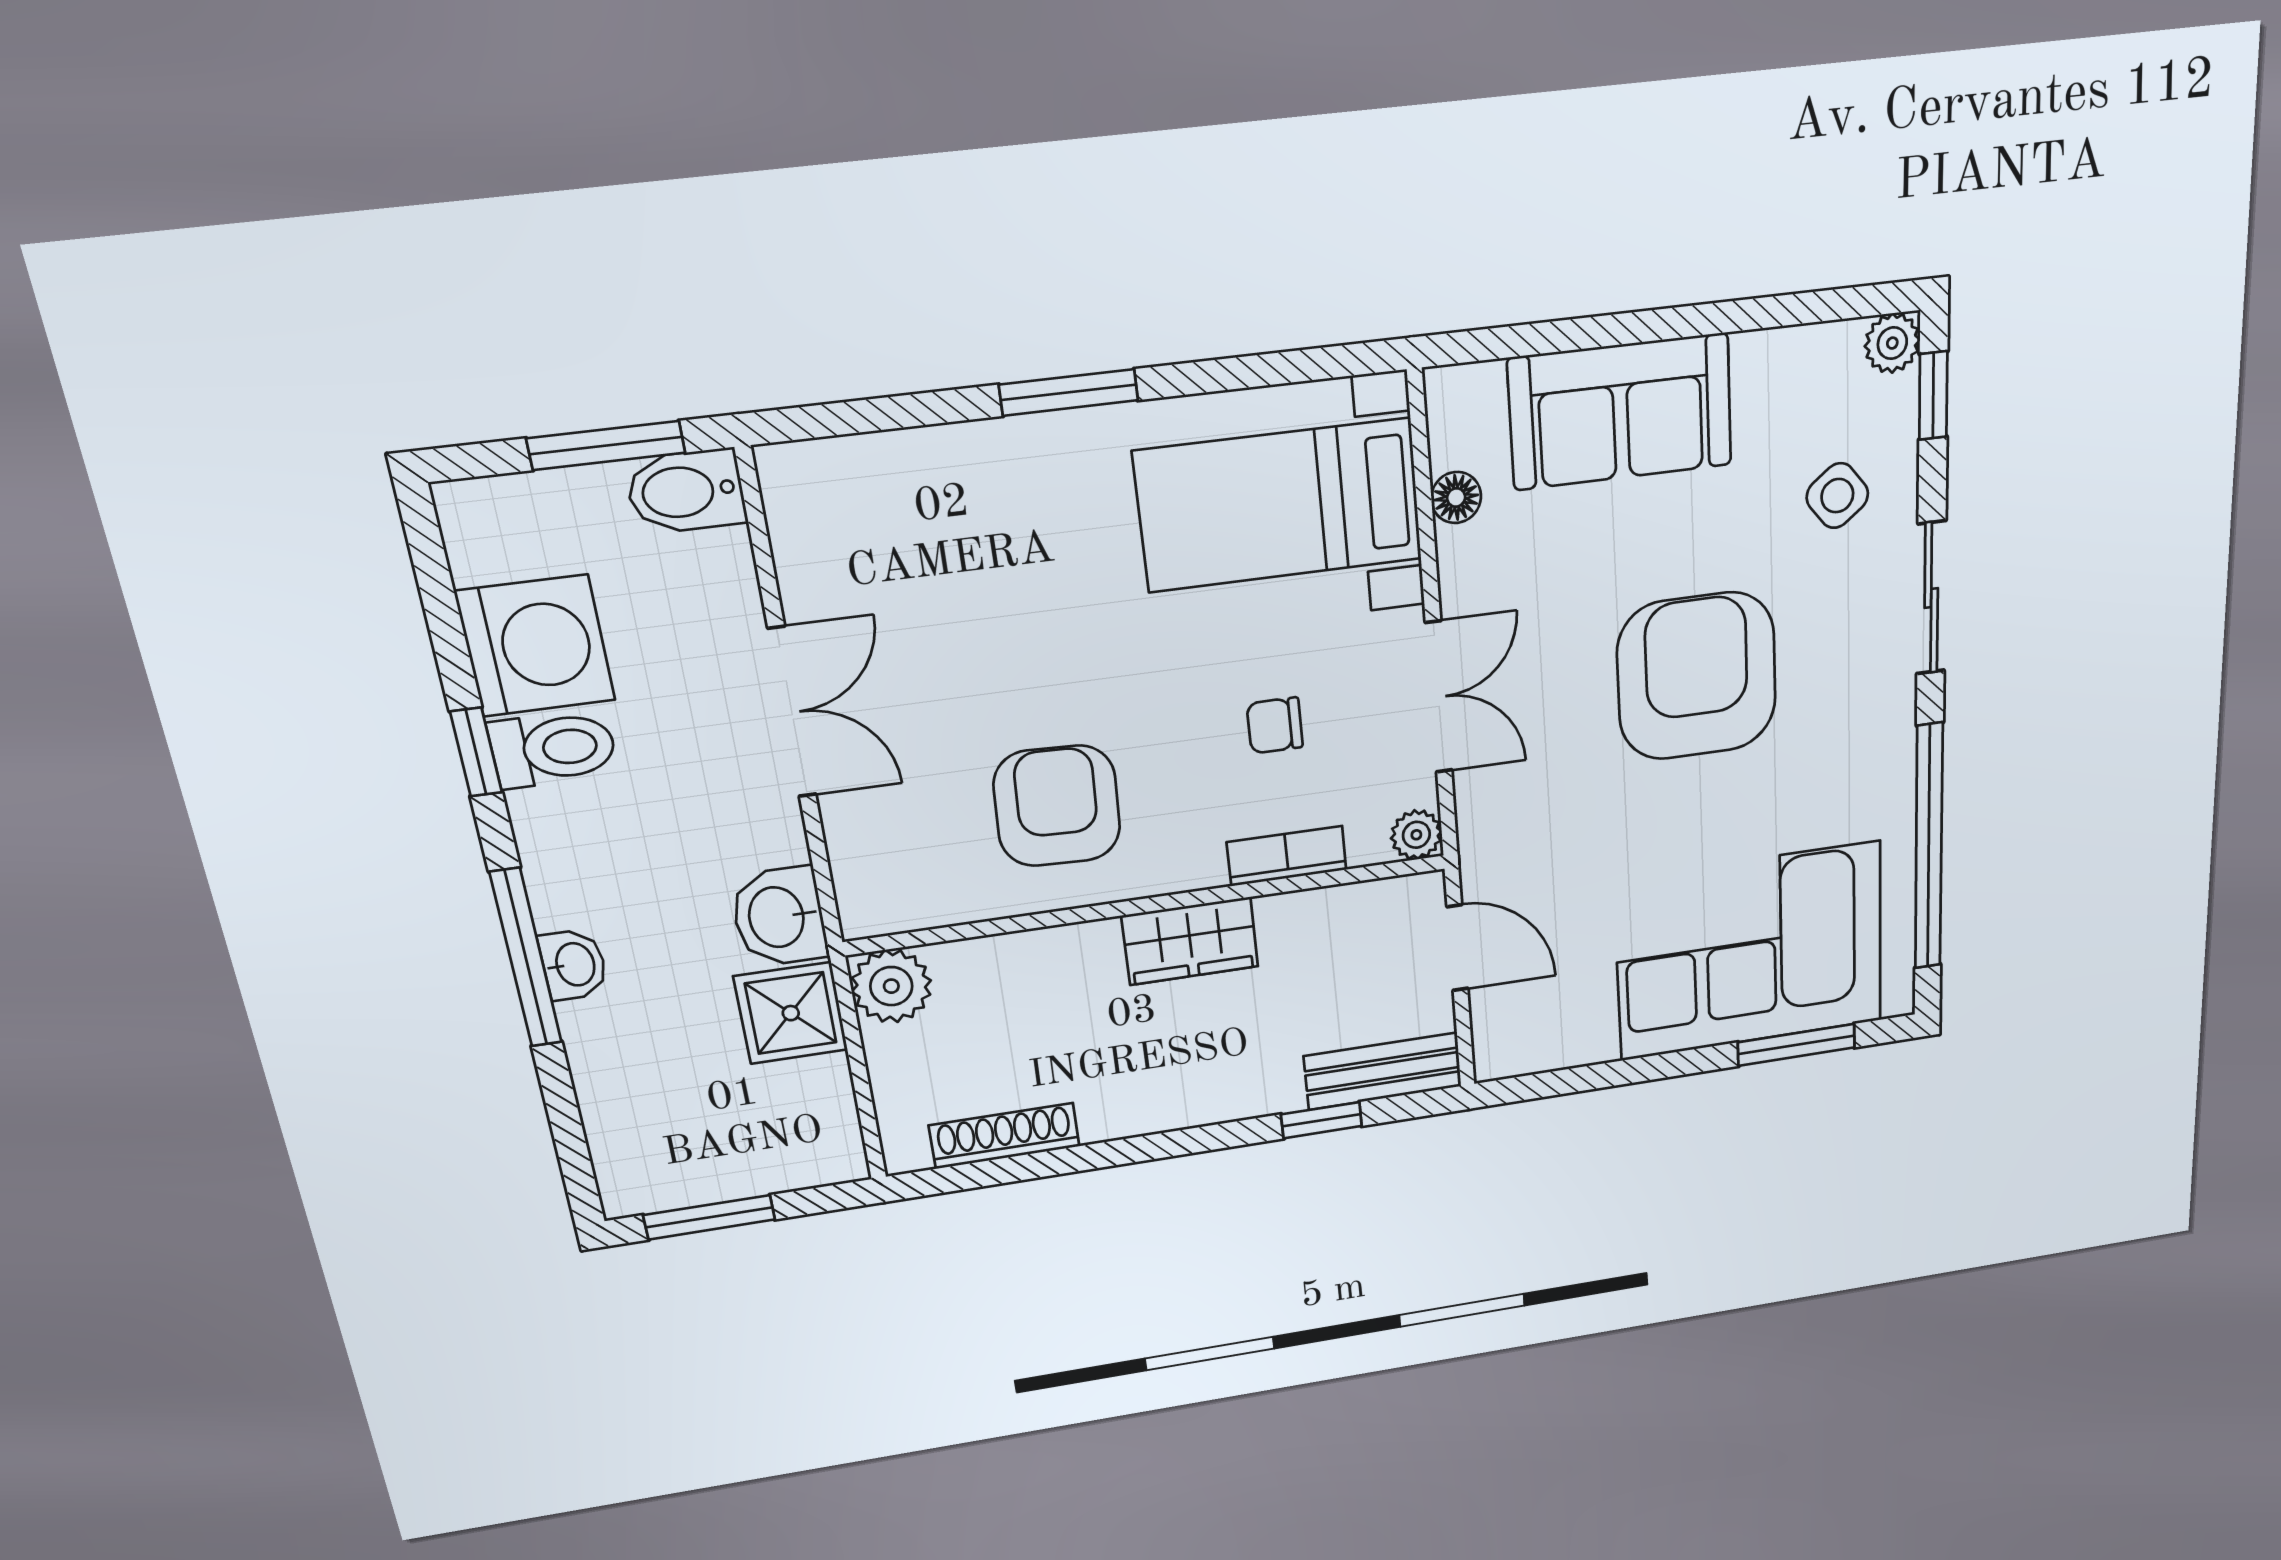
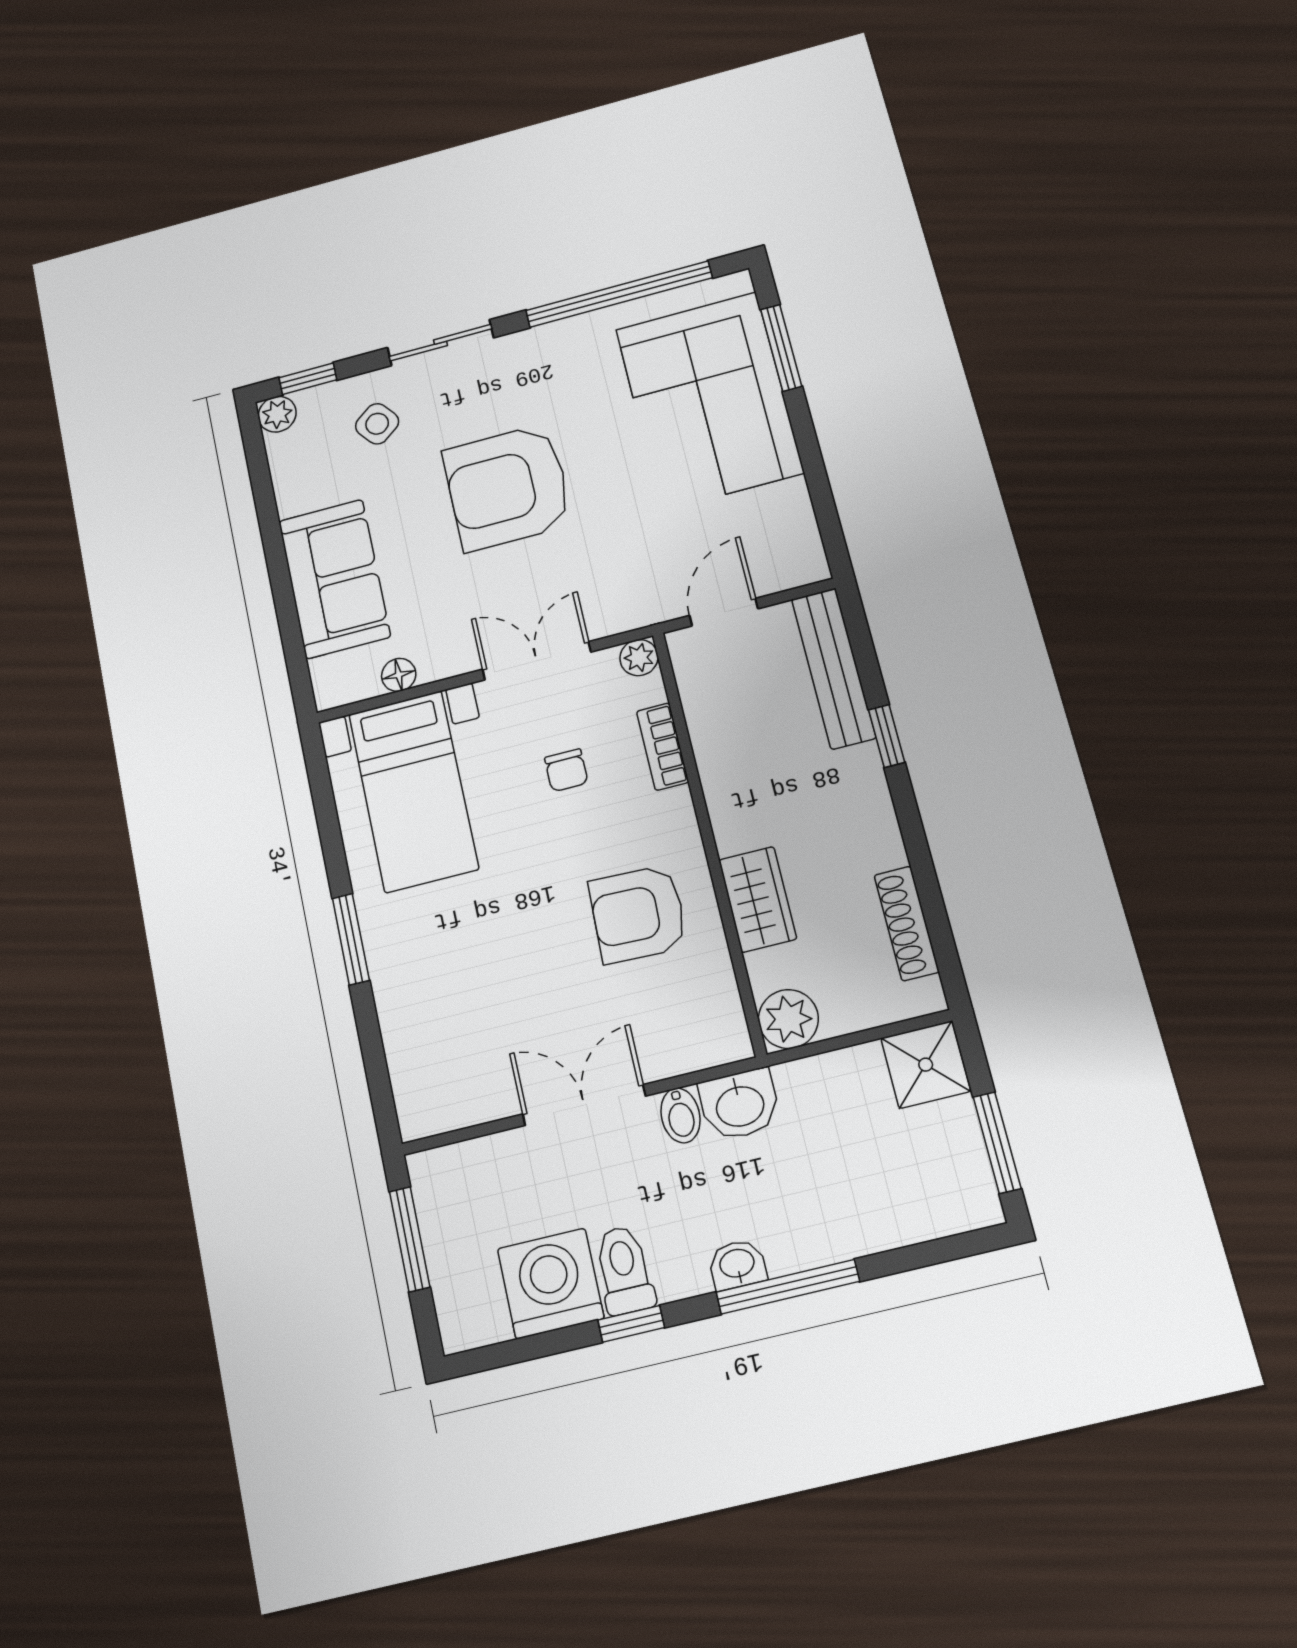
bidet: (686, 491) -> (680, 1115), moved, width x0.72, depth x0.74
wardrobe: (1190, 941) -> (758, 899), moved
washbasin: (574, 965) -> (737, 1264), moved
shower: (791, 1013) -> (926, 1065), moved
bench: (1383, 1071) -> (834, 668), width x1.36
window: (1322, 1120) -> (887, 736), moved

